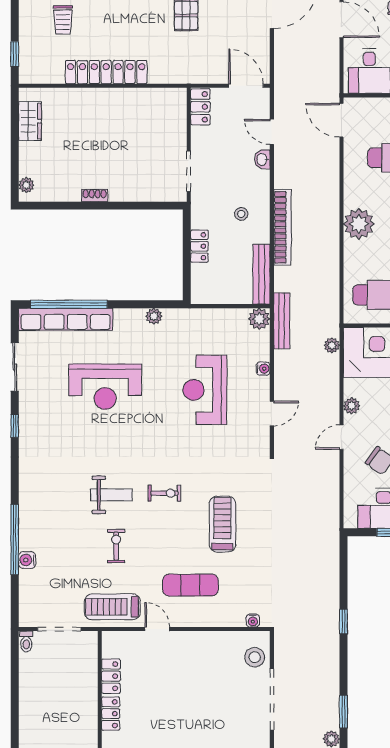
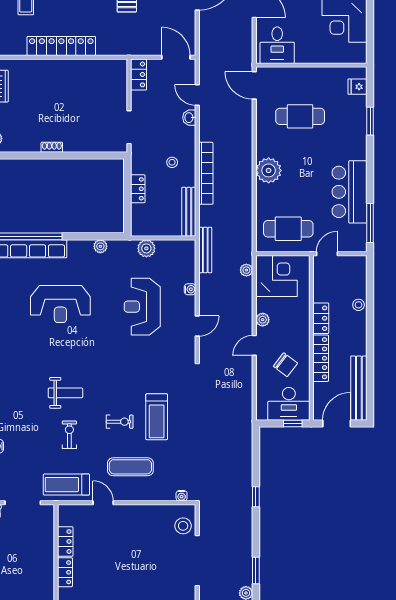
plant: (259, 319) -> (146, 248), moved
exercise bike: (164, 493) -> (120, 422), moved
treadmill: (222, 524) -> (157, 417), turned 180

